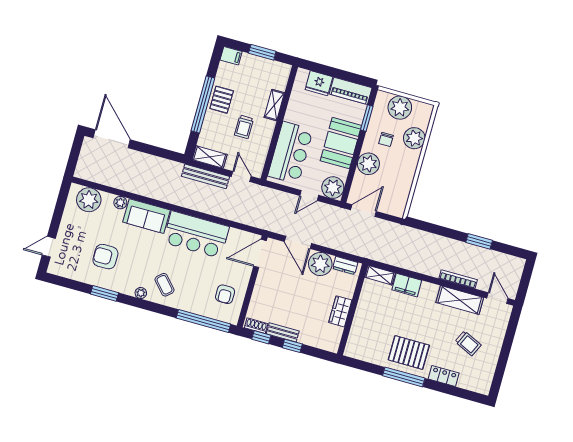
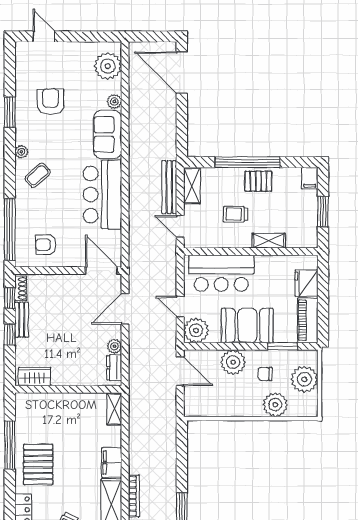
door: (112, 139) -> (182, 72), swing flipped
door: (241, 176) -> (180, 226), swing flipped
plant: (320, 264) -> (114, 346), width x0.53, depth x0.53
filing cabinet: (407, 285) -> (112, 462), moved
wardrobe: (340, 311) -> (35, 376), moved
window: (404, 377) -> (10, 445), moved

